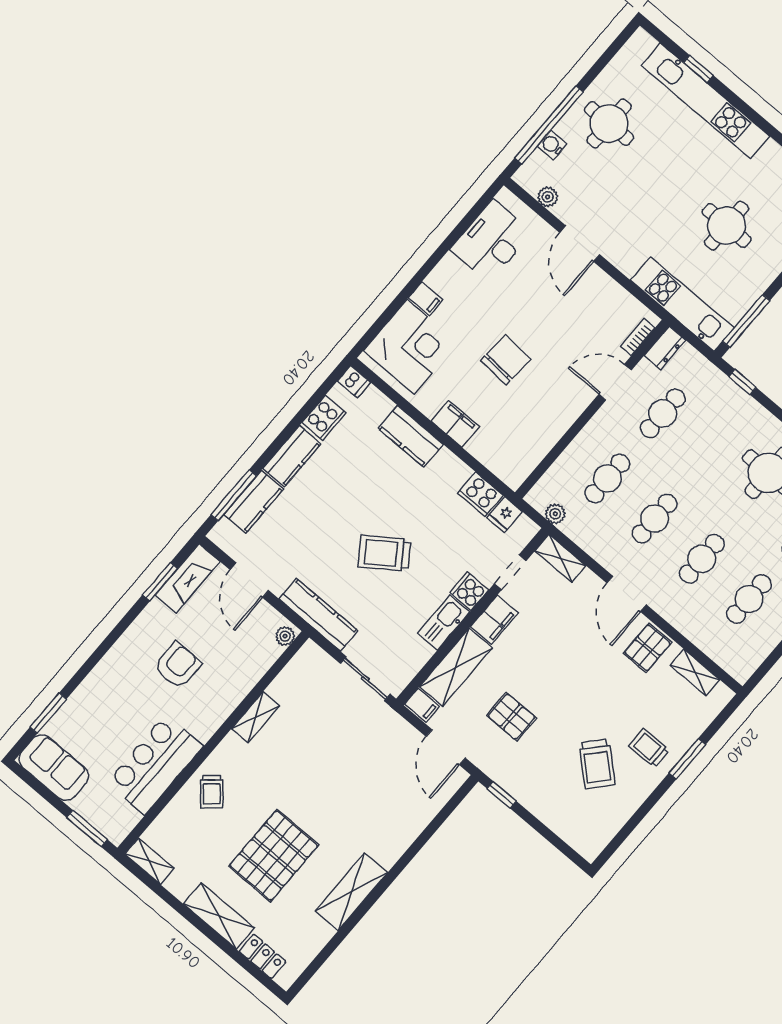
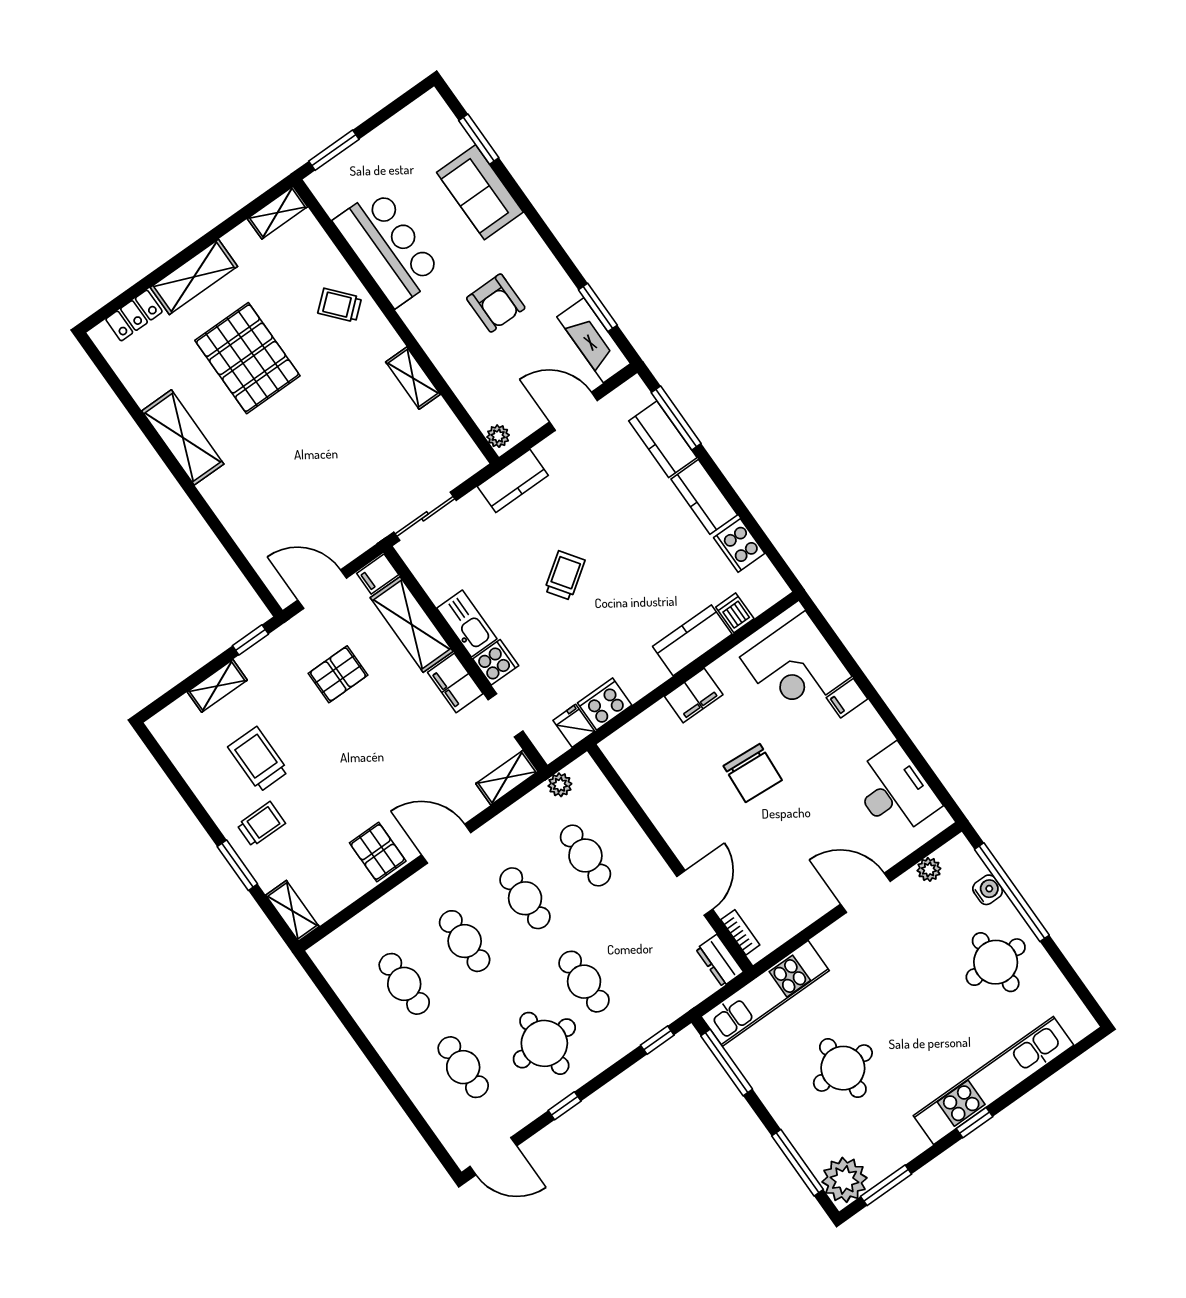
window: (698, 69) -> (974, 1123), moved
dishwasher: (354, 382) -> (735, 613), moved, turned 90
cafe table: (663, 413) -> (584, 982), moved
trolley: (384, 553) -> (565, 575), width x0.73, depth x0.72
kitchen counter: (318, 615) -> (513, 481), width x0.67
shelving: (695, 672) -> (292, 911), moved, turned 90
trolley: (597, 764) -> (258, 759), turned 48
sofa: (54, 768) -> (480, 192), moved, turned 90
shelving: (546, 812) -> (217, 686), added

